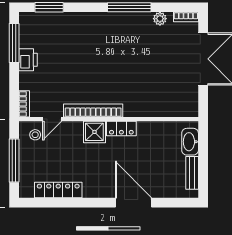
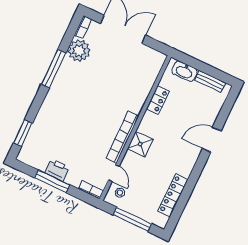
plant: (160, 19) -> (79, 51), width x1.87, depth x1.87
window: (14, 43) -> (52, 181), moved
locker: (121, 128) -> (158, 100), moved
door: (133, 203) -> (212, 140), width x0.73

